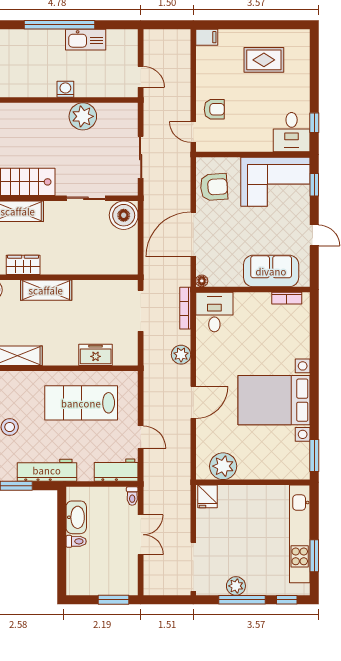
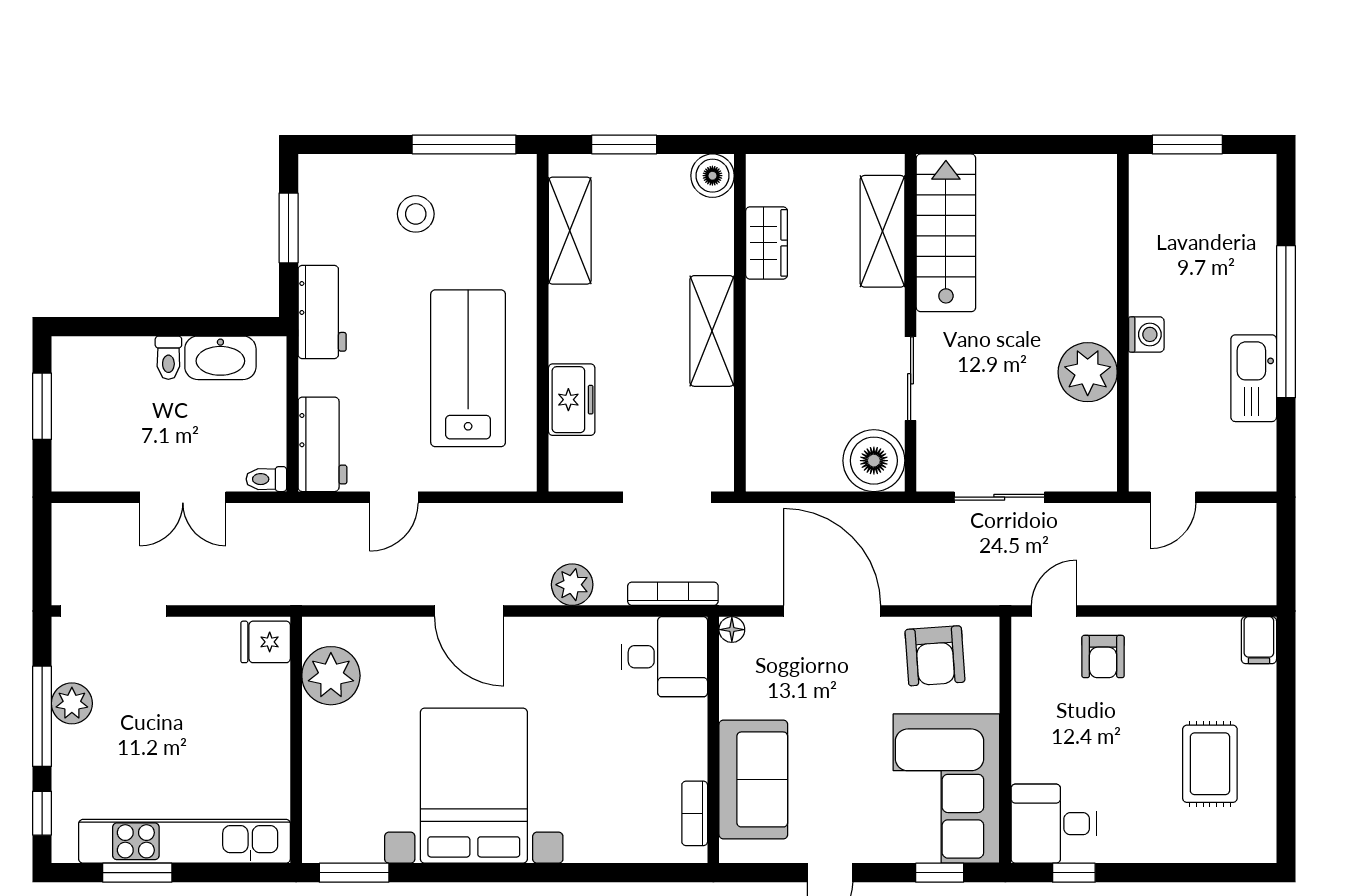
shelving: (46, 290) -> (712, 331), moved
workbench: (47, 470) -> (322, 312), width x0.73
window: (113, 600) -> (42, 406), moved

